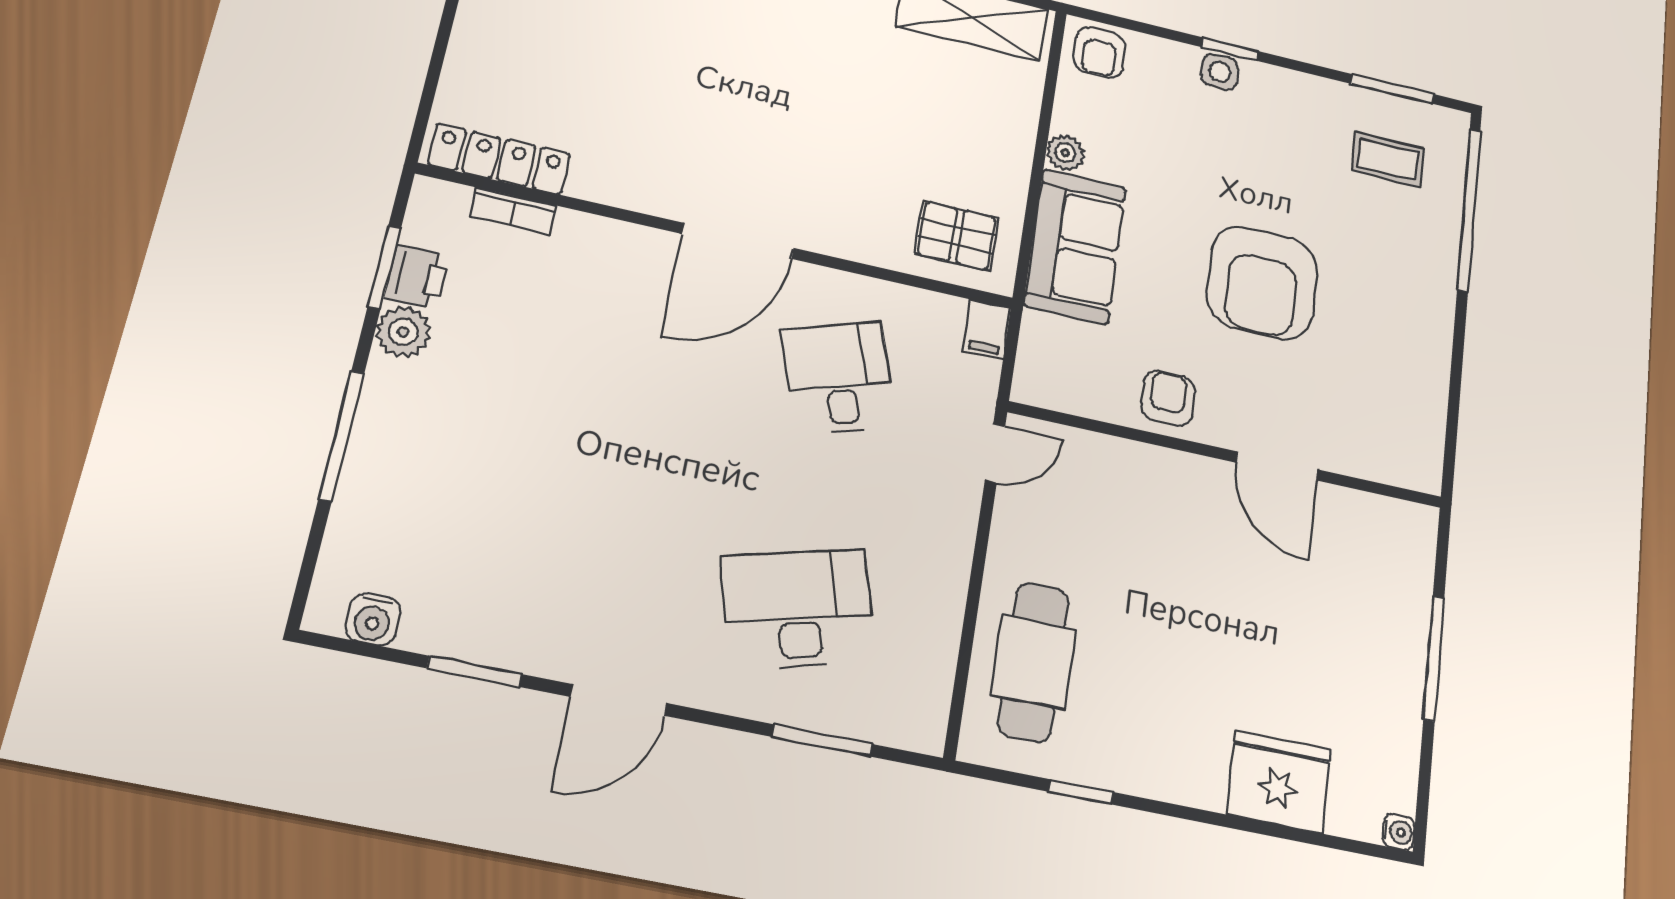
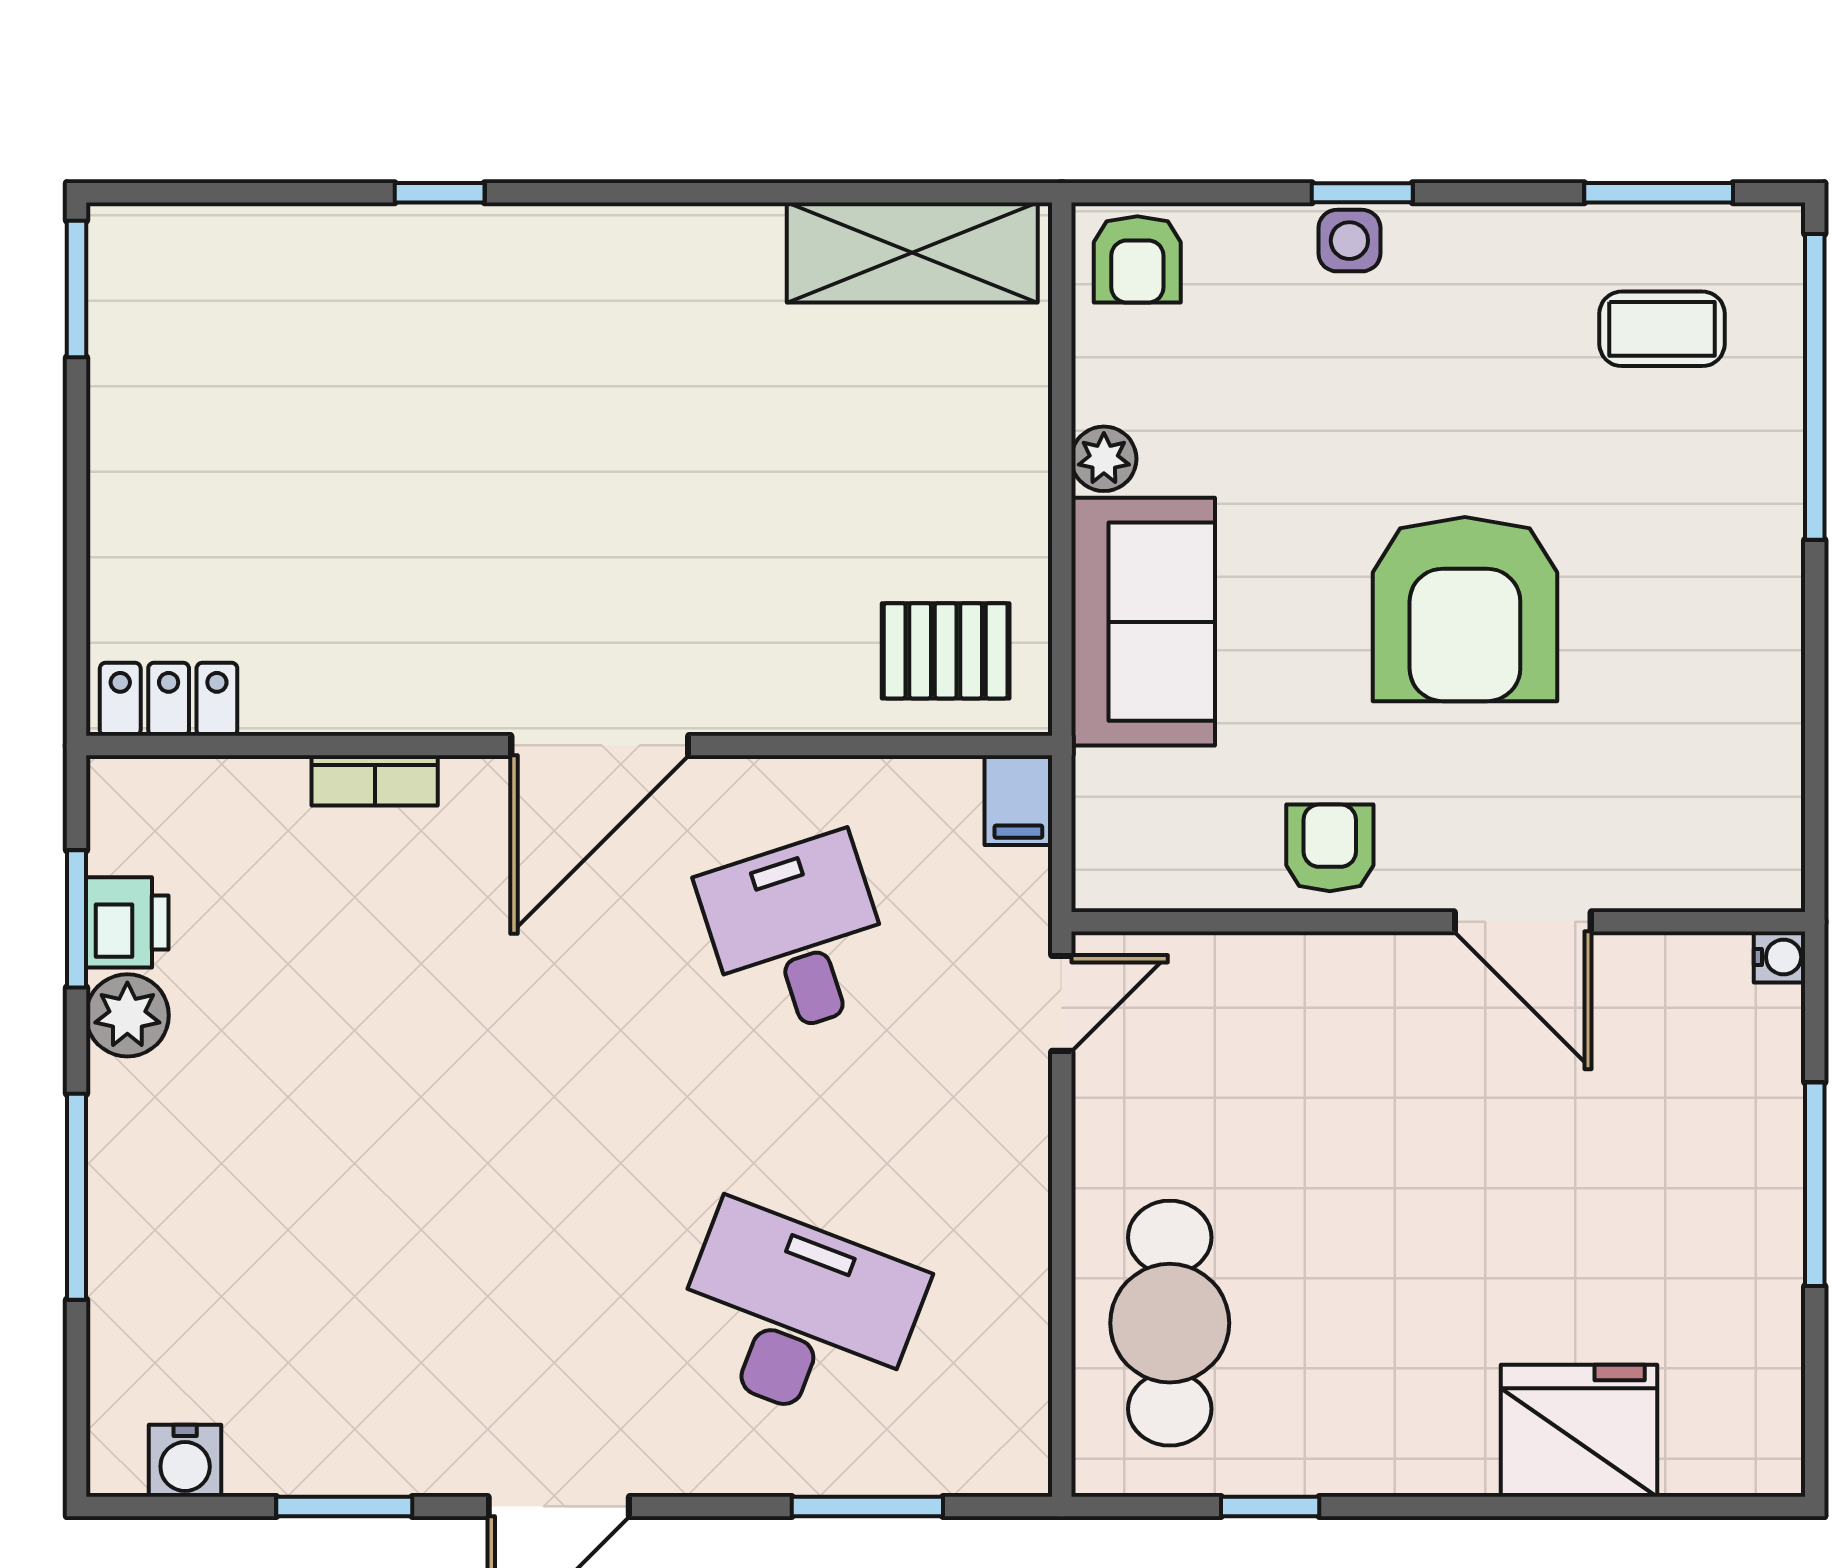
locker: (499, 159) -> (169, 699), width x0.66
bookcase: (513, 211) -> (375, 780), moved
desk: (798, 609) -> (797, 1316), turned 36
water cooler: (1399, 832) -> (1779, 957), moved

